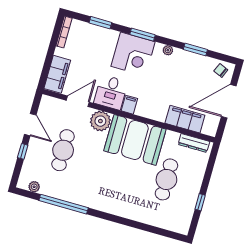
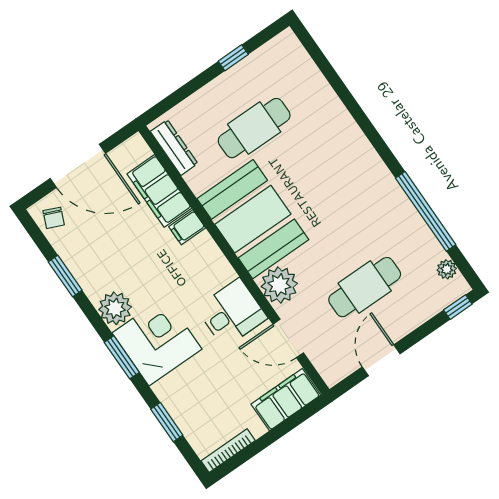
plant: (168, 50) -> (115, 308), width x1.88, depth x1.88
filing cabinet: (129, 105) -> (187, 227), moved
window: (23, 151) -> (458, 307), moved

